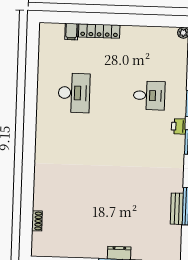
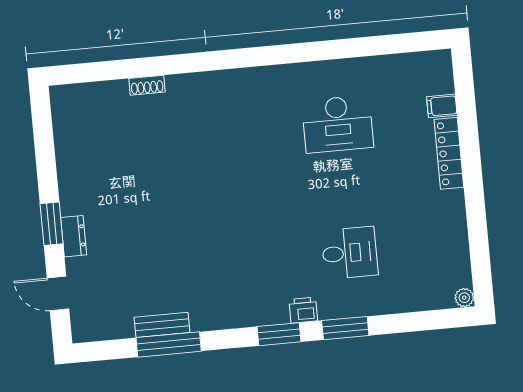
desk: (149, 95) -> (350, 253), turned -90
shoe rack: (37, 221) -> (147, 85), moved

